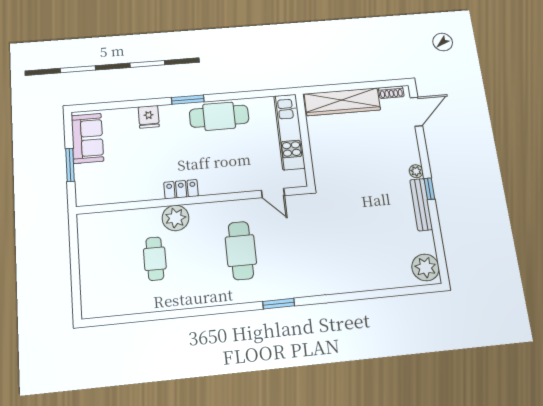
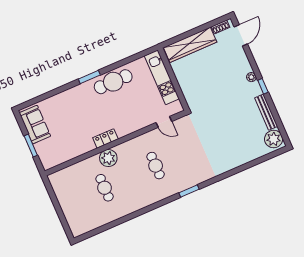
fridge: (149, 117) -> (68, 97), removed
bench: (421, 205) -> (266, 112), moved
cafe table: (241, 251) -> (156, 166), width x0.73, depth x0.74

